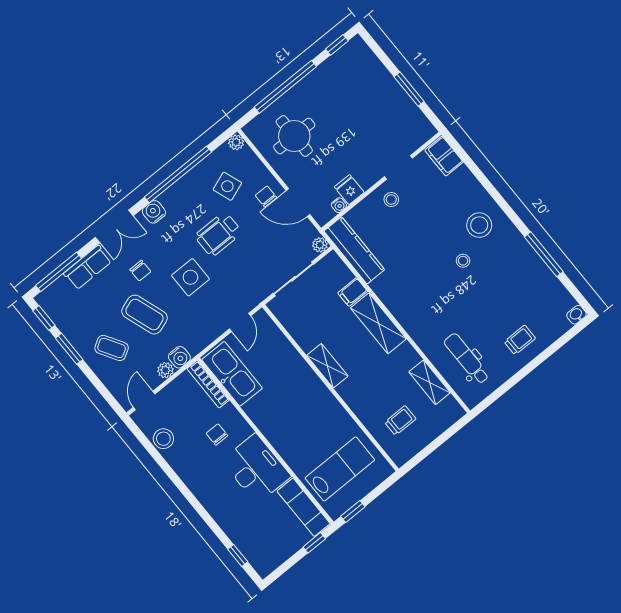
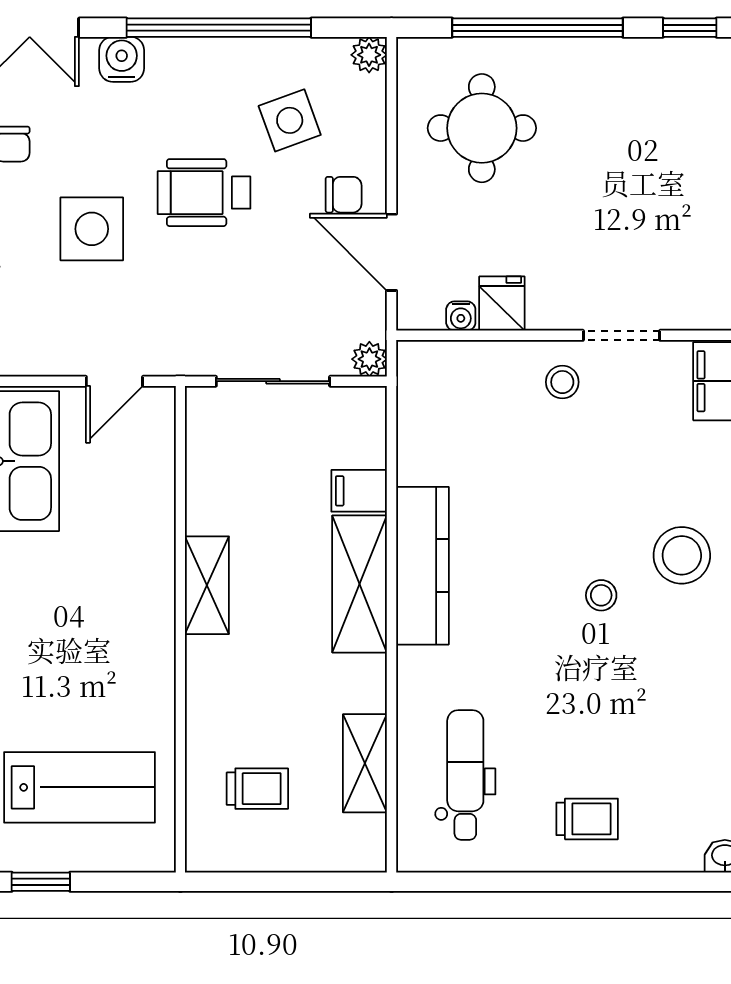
chair: (266, 196) -> (344, 195), turned 90
kitchen counter: (354, 250) -> (422, 566), moved

